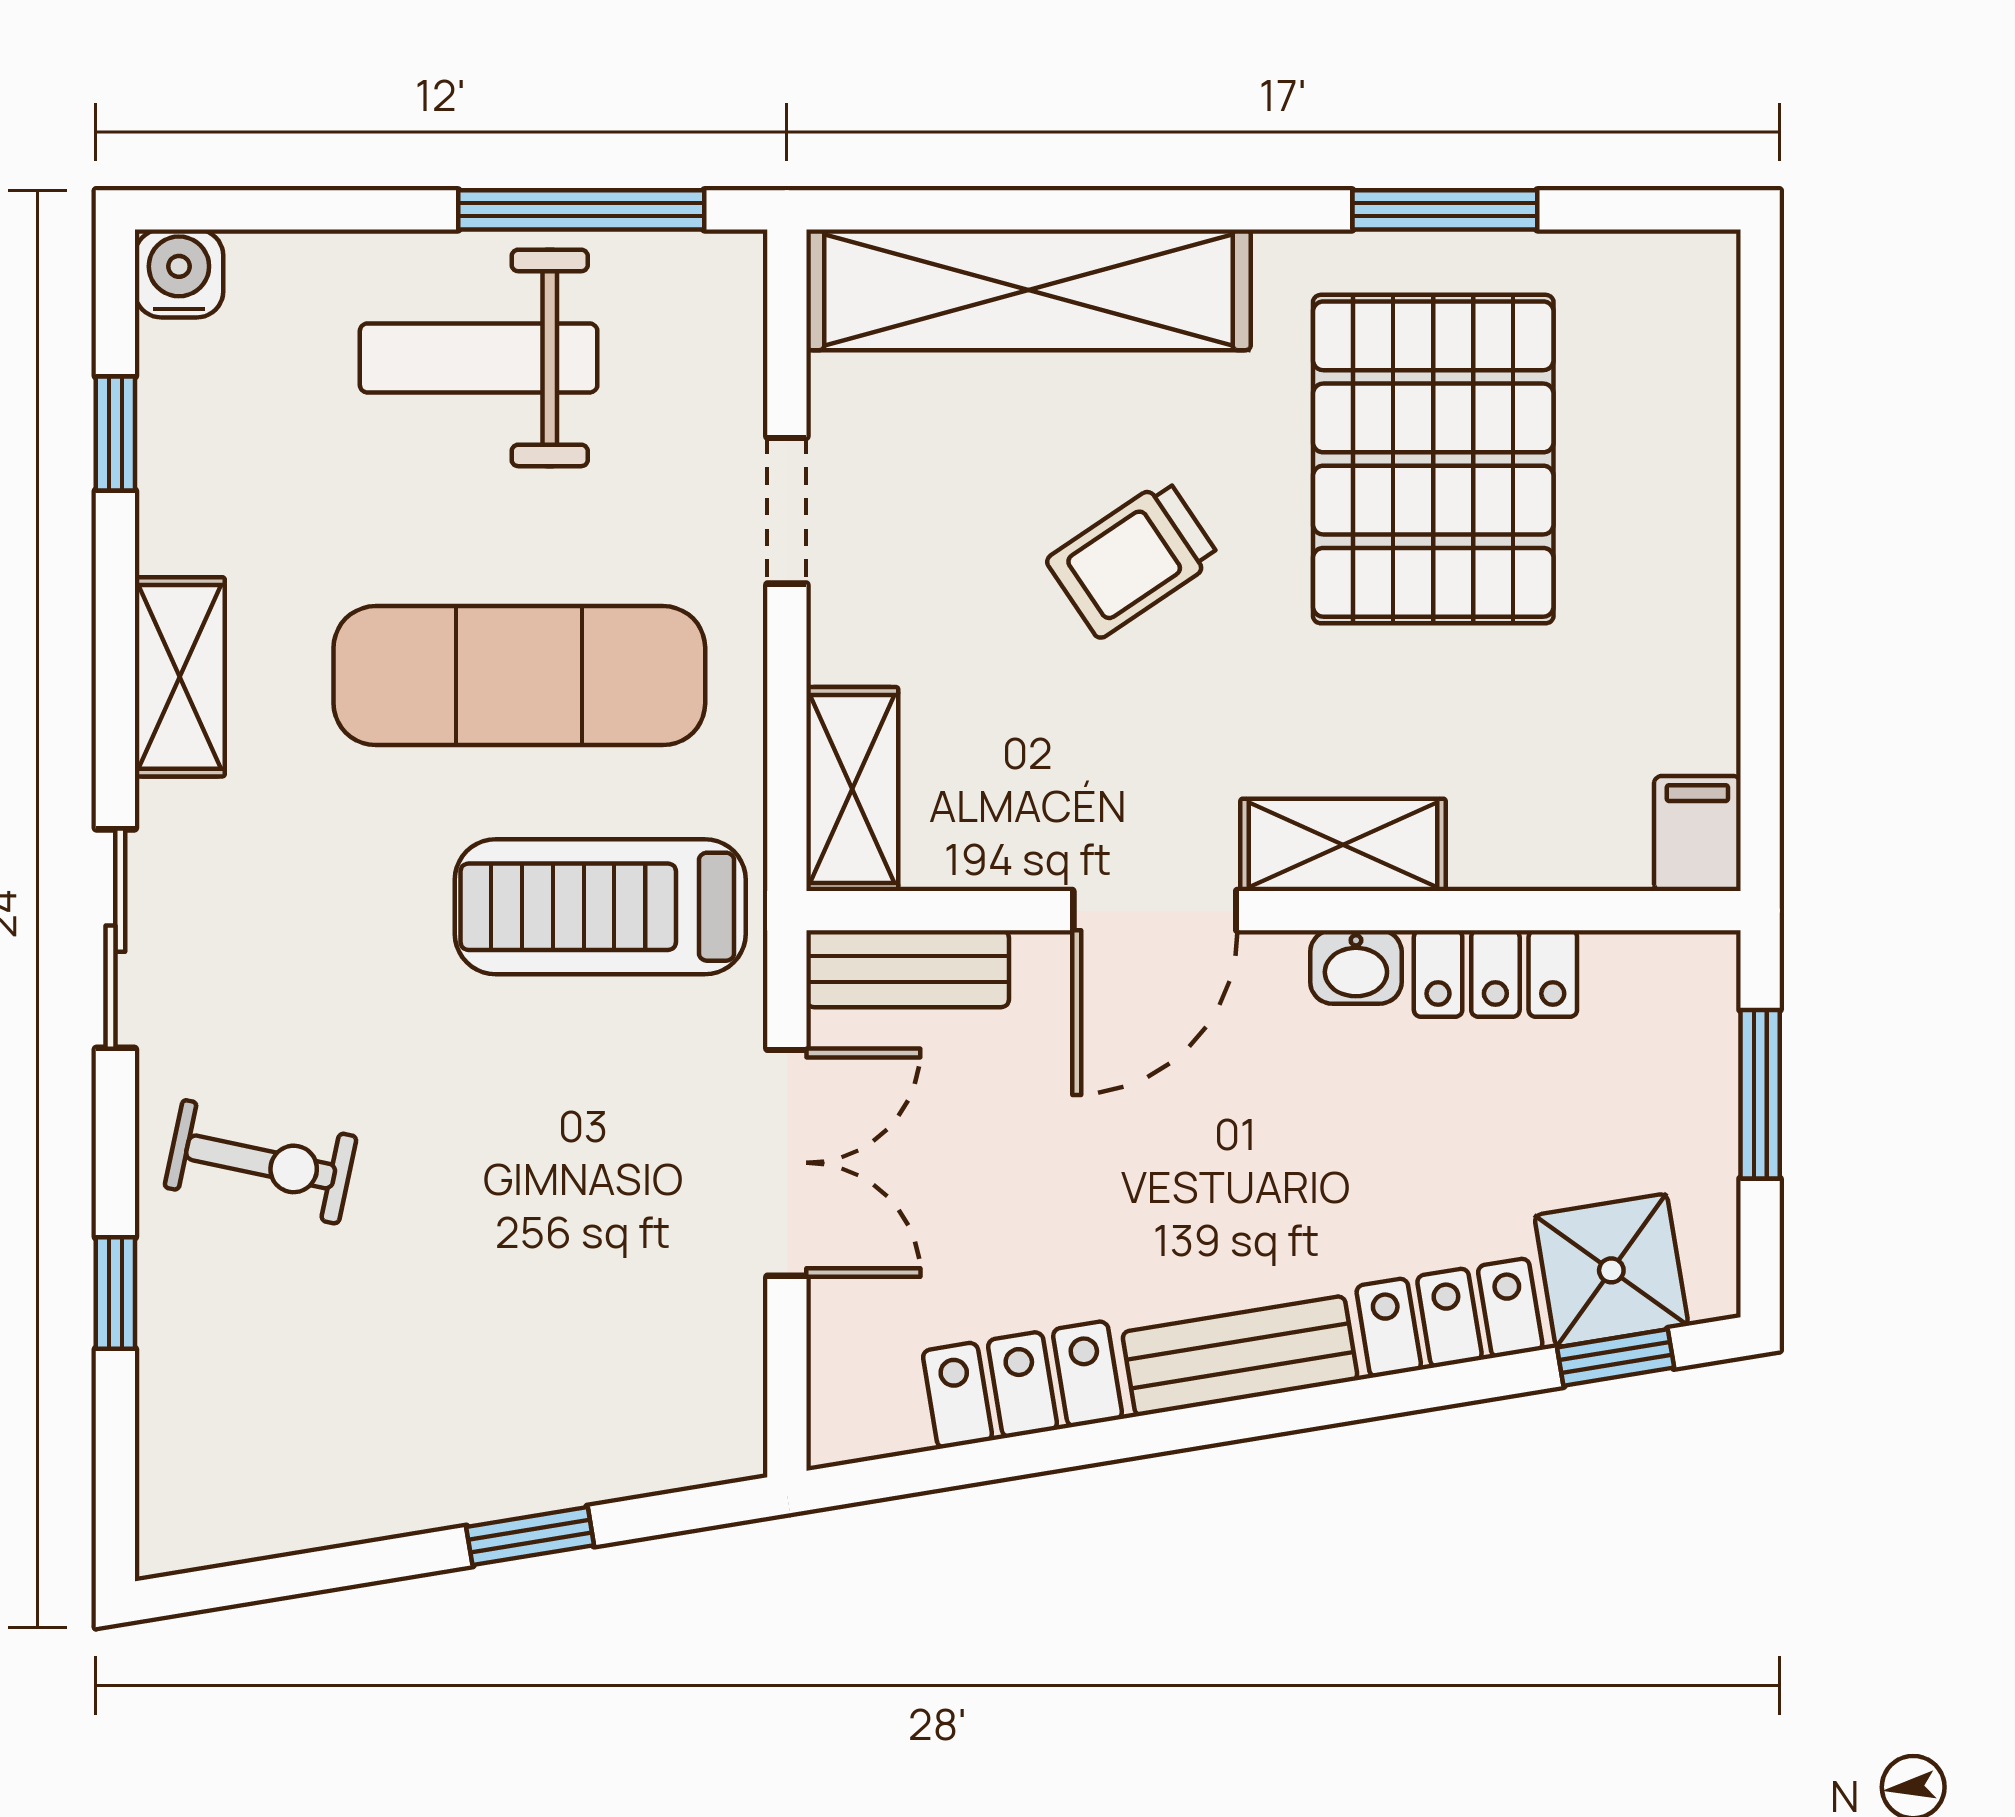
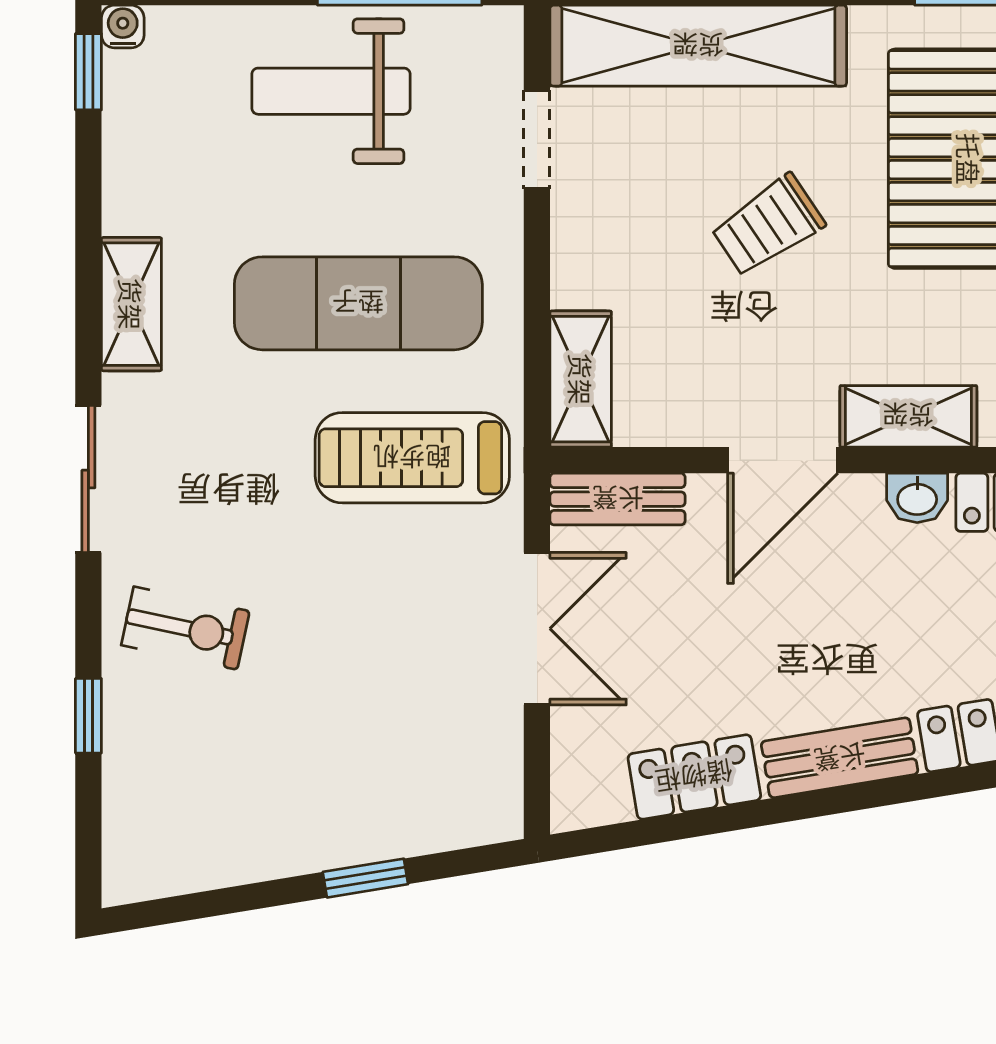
water cooler: (179, 273) -> (123, 27), width x0.72, depth x0.72
window: (115, 434) -> (88, 72), moved
doorway: (787, 511) -> (537, 140), moved

